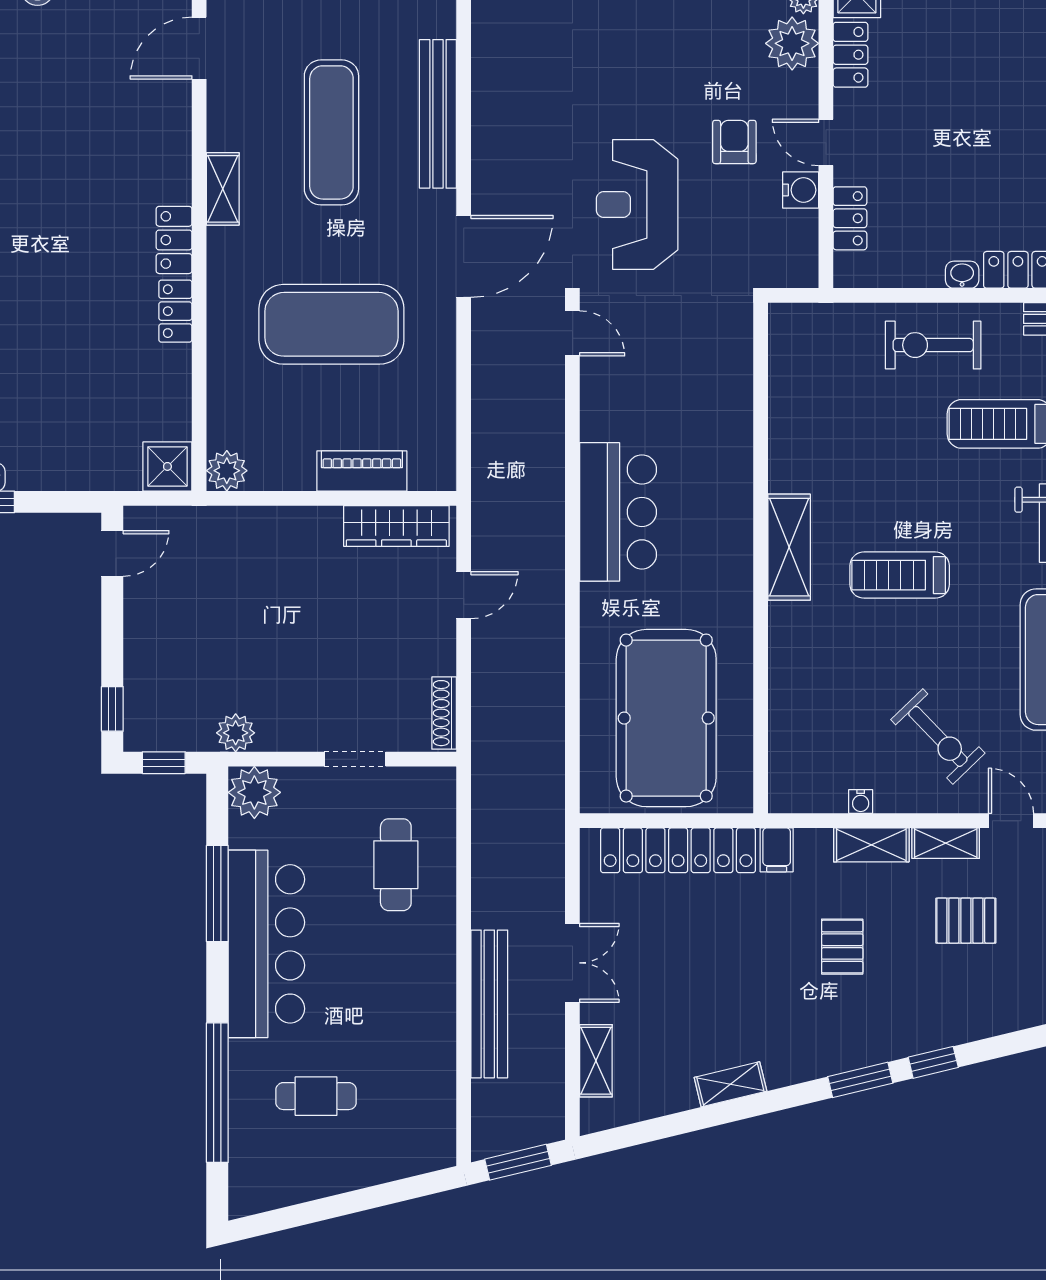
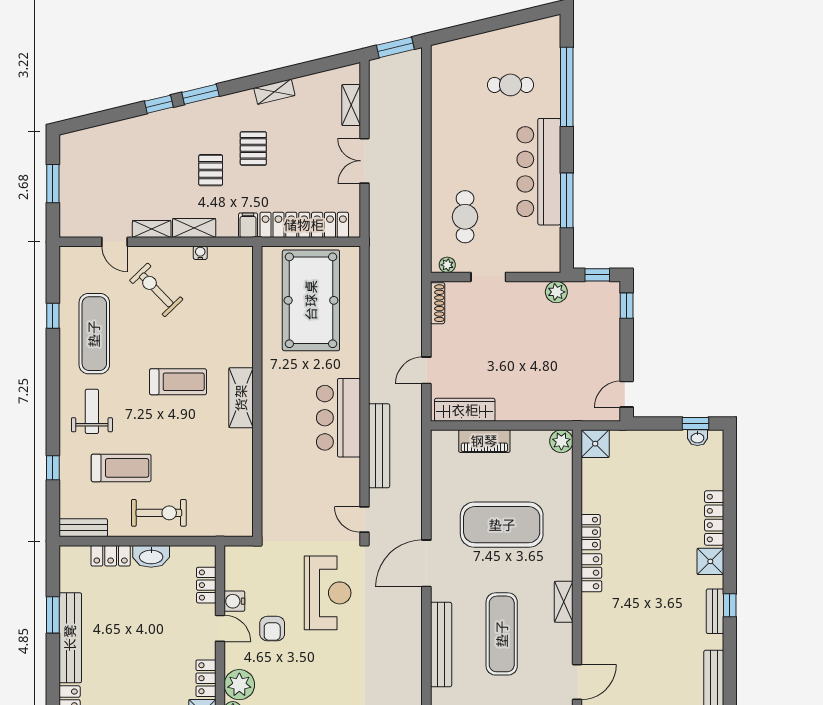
washbasin: (962, 275) -> (151, 556), width x1.91, depth x1.45
plant: (254, 792) -> (447, 265), moved, width x0.53, depth x0.53
pallet: (966, 921) -> (253, 148), moved, turned 90
bench: (489, 1004) -> (379, 446), moved

